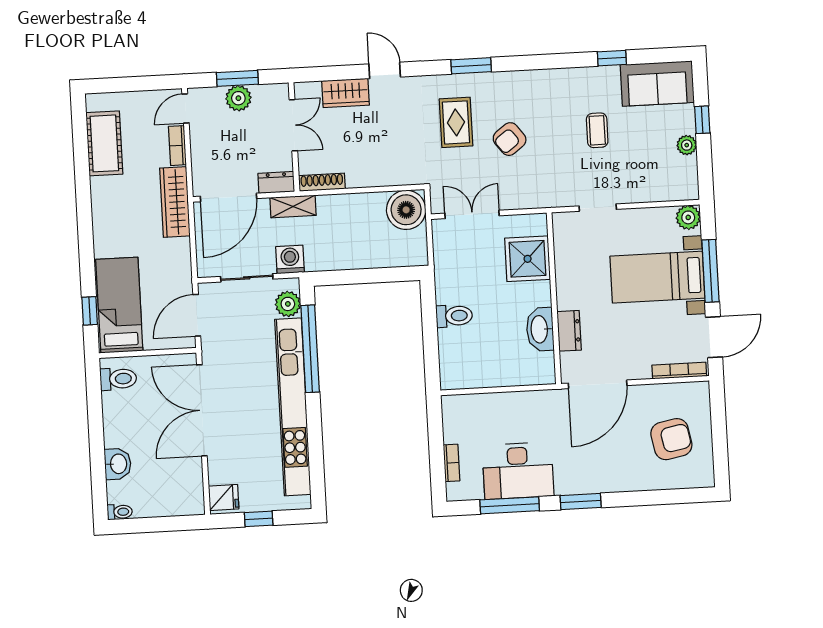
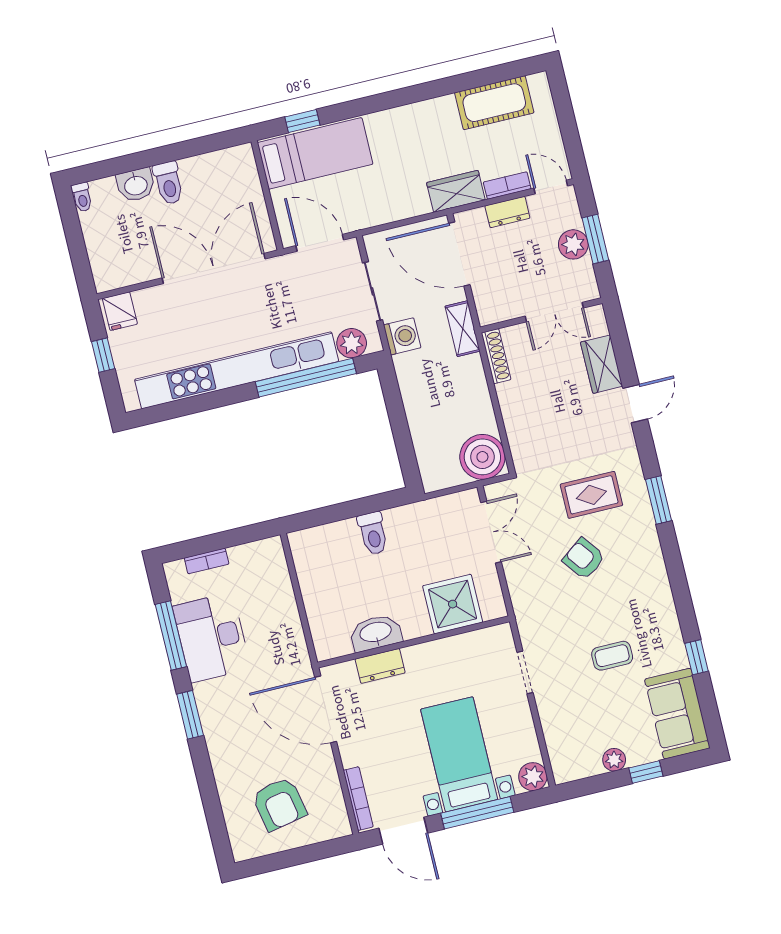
dresser: (276, 182) -> (507, 212), moved, turned 90
wardrobe: (175, 202) -> (456, 191), width x0.67
toilet: (118, 379) -> (168, 183), moved

